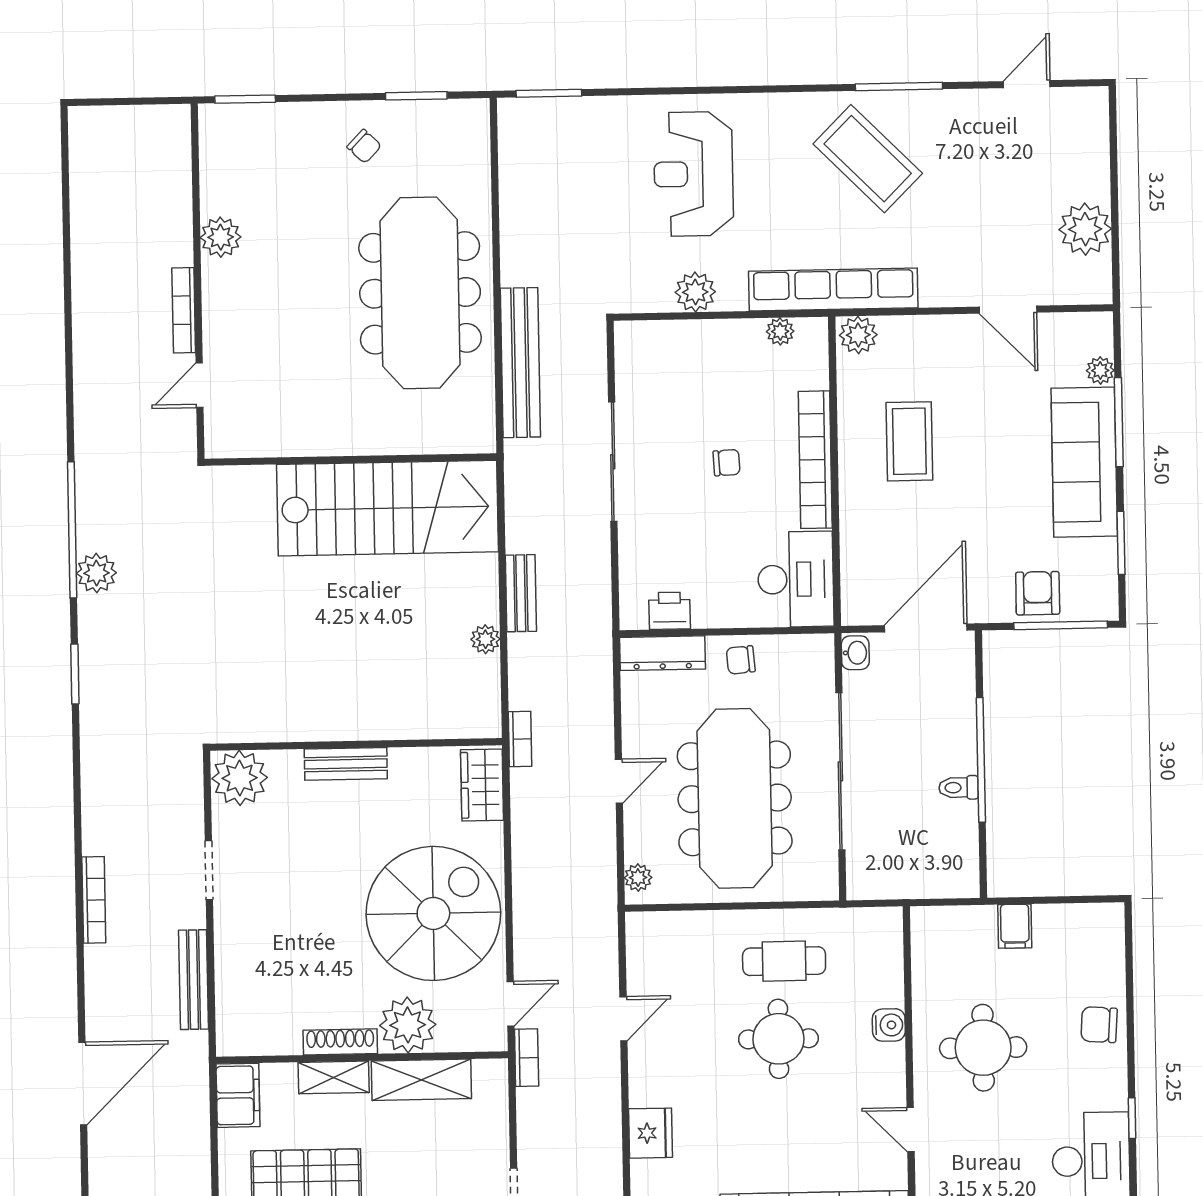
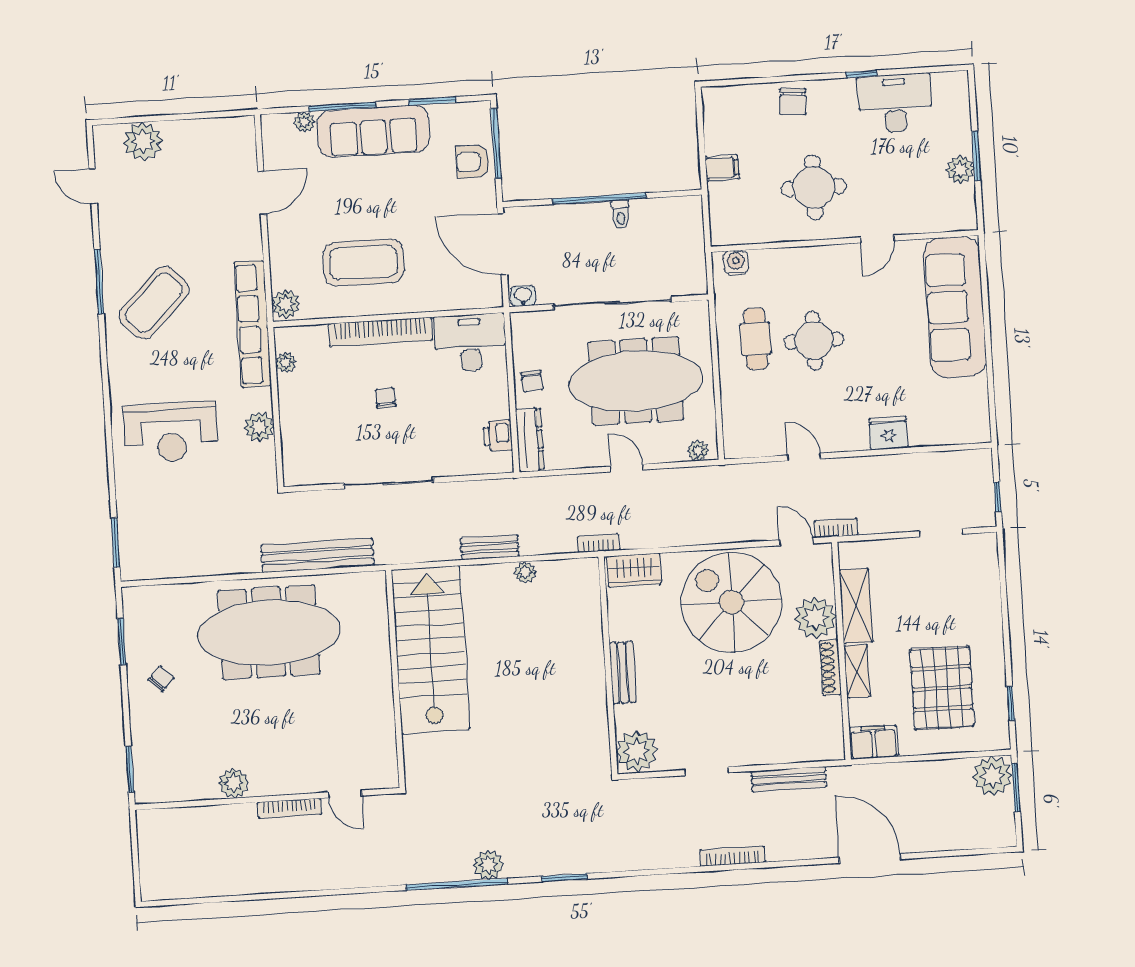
plant: (1085, 229) -> (143, 142), moved
coffee table: (909, 441) -> (364, 262), width x1.36, depth x1.32
water cooler: (889, 1025) -> (736, 263), moved

